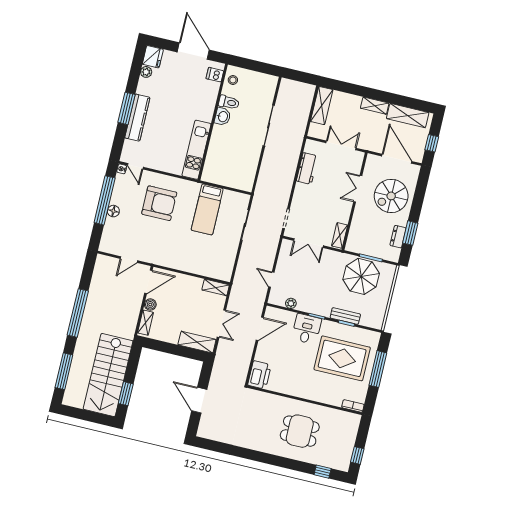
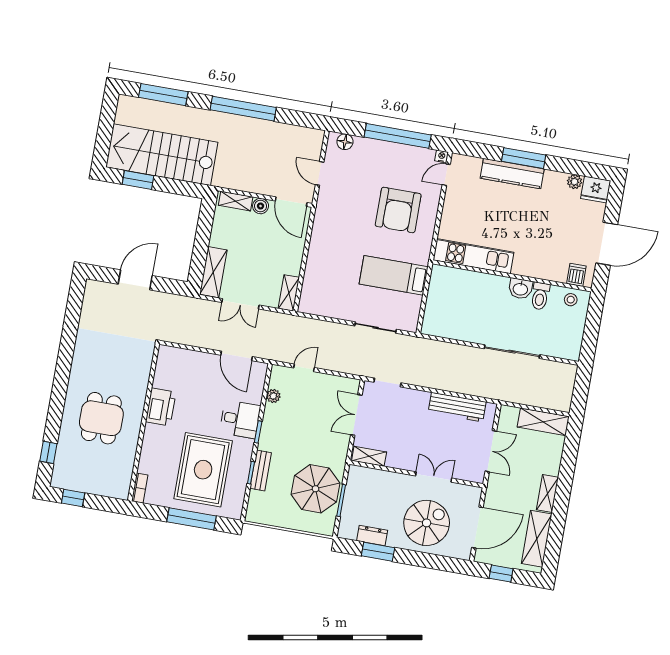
workbench: (307, 168) -> (457, 407), width x1.38
spiral stairs: (391, 196) -> (427, 523), turned 90
floor lamp: (113, 211) -> (345, 142), moved
printer: (260, 375) -> (161, 407), moved, turned -90

